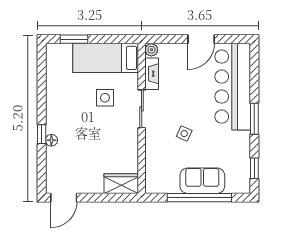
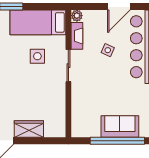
side table: (184, 134) -> (108, 50), moved
wardrobe: (121, 184) -> (29, 129), moved

